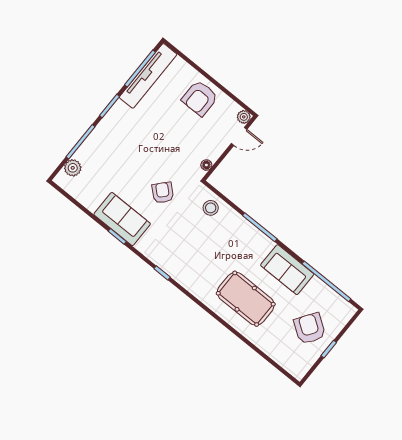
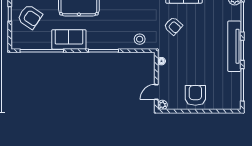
tv unit: (148, 76) -> (234, 46), moved

